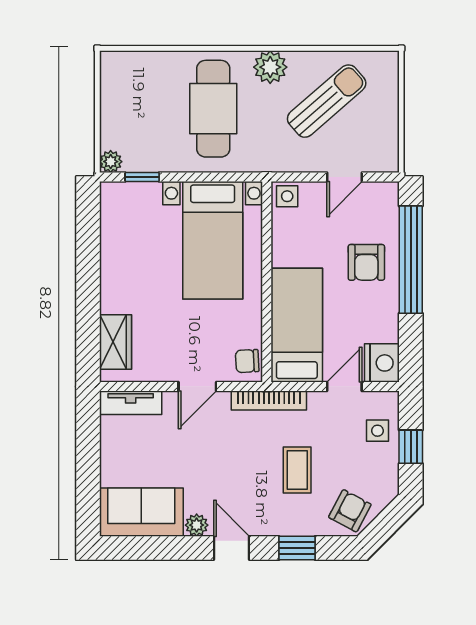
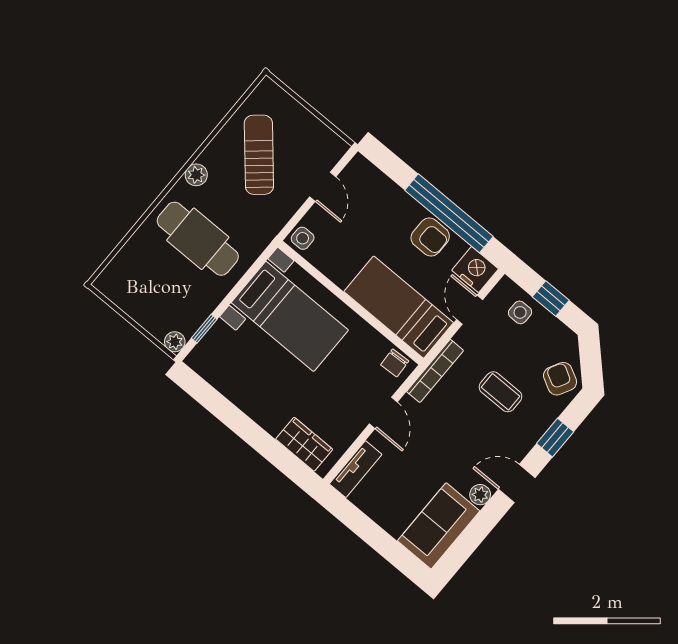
plant: (270, 67) -> (196, 175), width x0.73, depth x0.73
window: (411, 260) -> (449, 213), moved
armchair: (366, 262) -> (430, 237), moved

